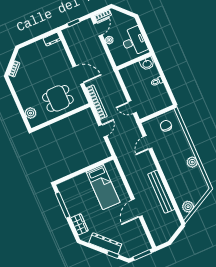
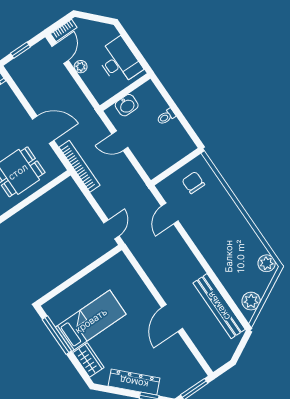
washbasin: (147, 64) -> (127, 105), moved
door: (132, 107) -> (120, 141), moved
door: (103, 131) -> (111, 229), moved
plant: (192, 162) -> (267, 263), moved
bed: (103, 187) -> (91, 321), moved, turned -90
bench: (161, 192) -> (219, 306), moved

